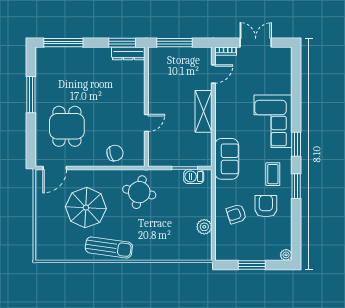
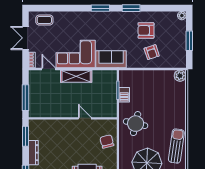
dresser: (128, 53) -> (33, 153), moved
corner sofa: (273, 121) -> (76, 54), moved, turned 180
coffee table: (273, 174) -> (44, 20), moved
barbecue: (194, 177) -> (124, 95), moved
plant: (204, 227) -> (180, 76), moved

